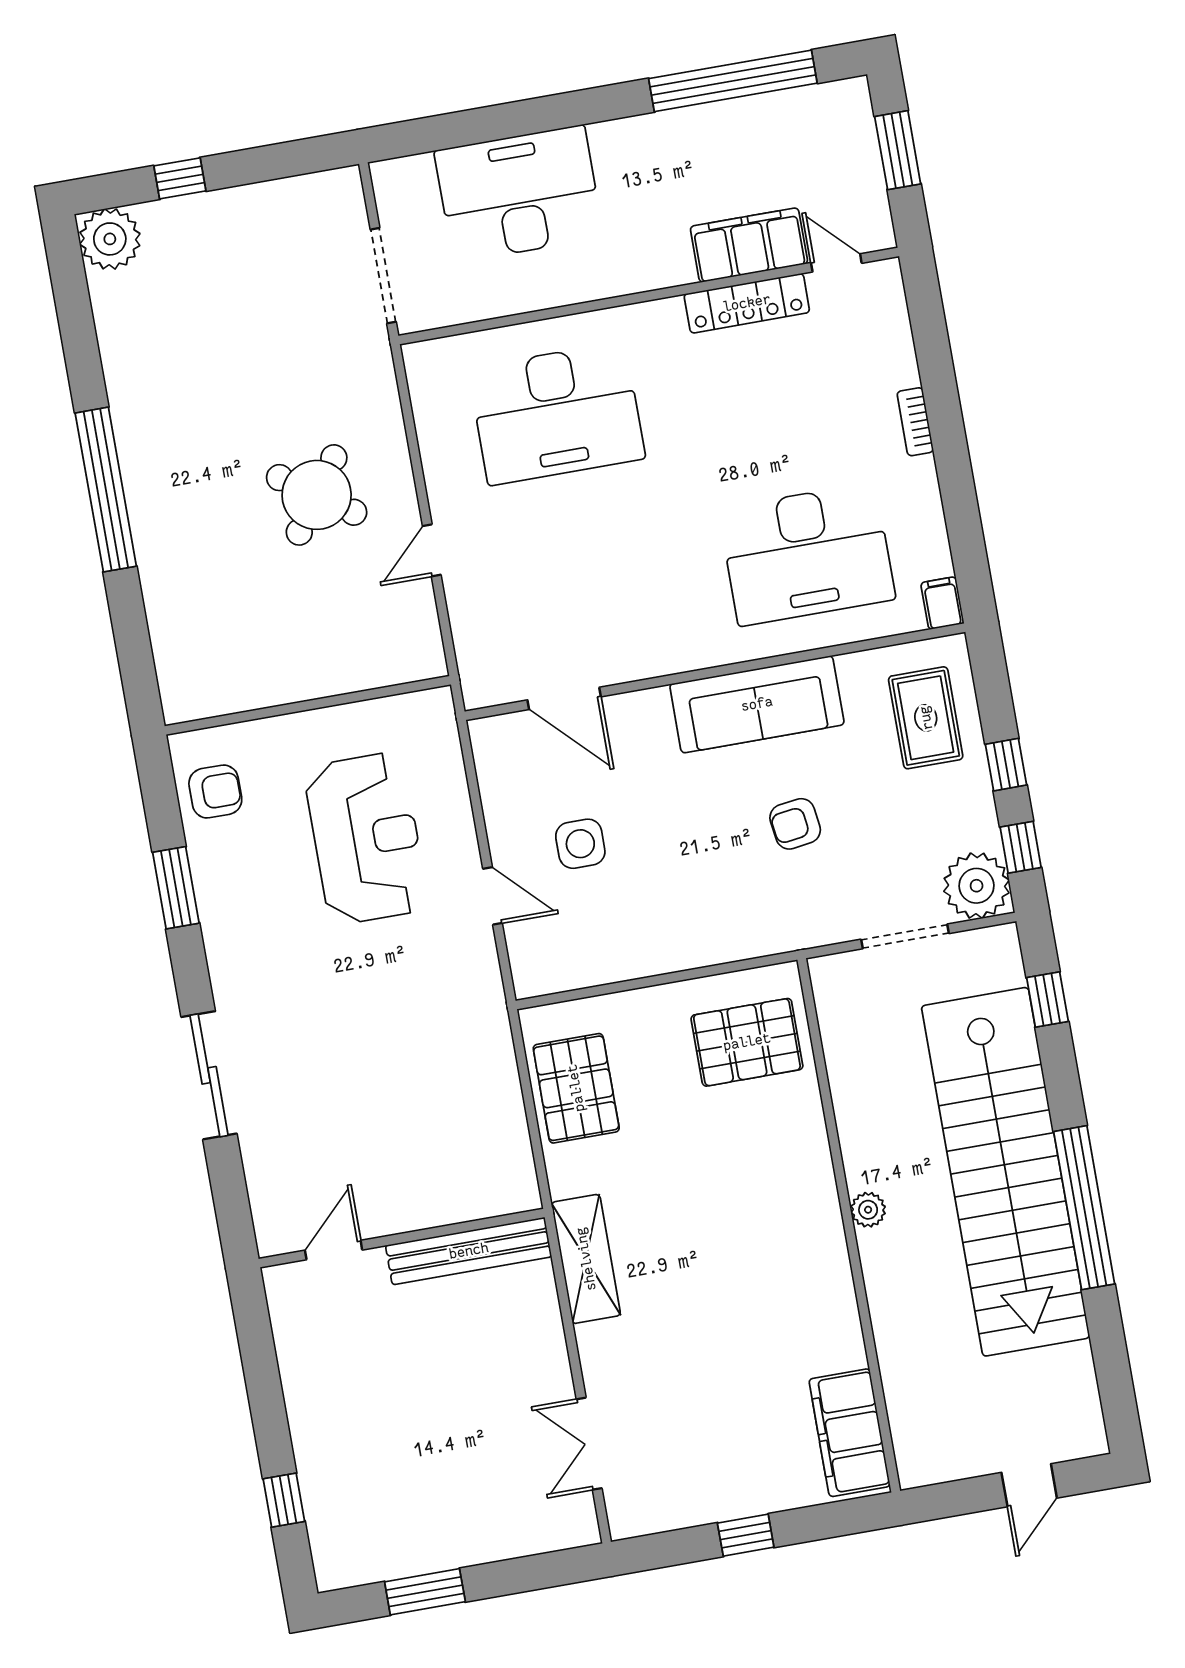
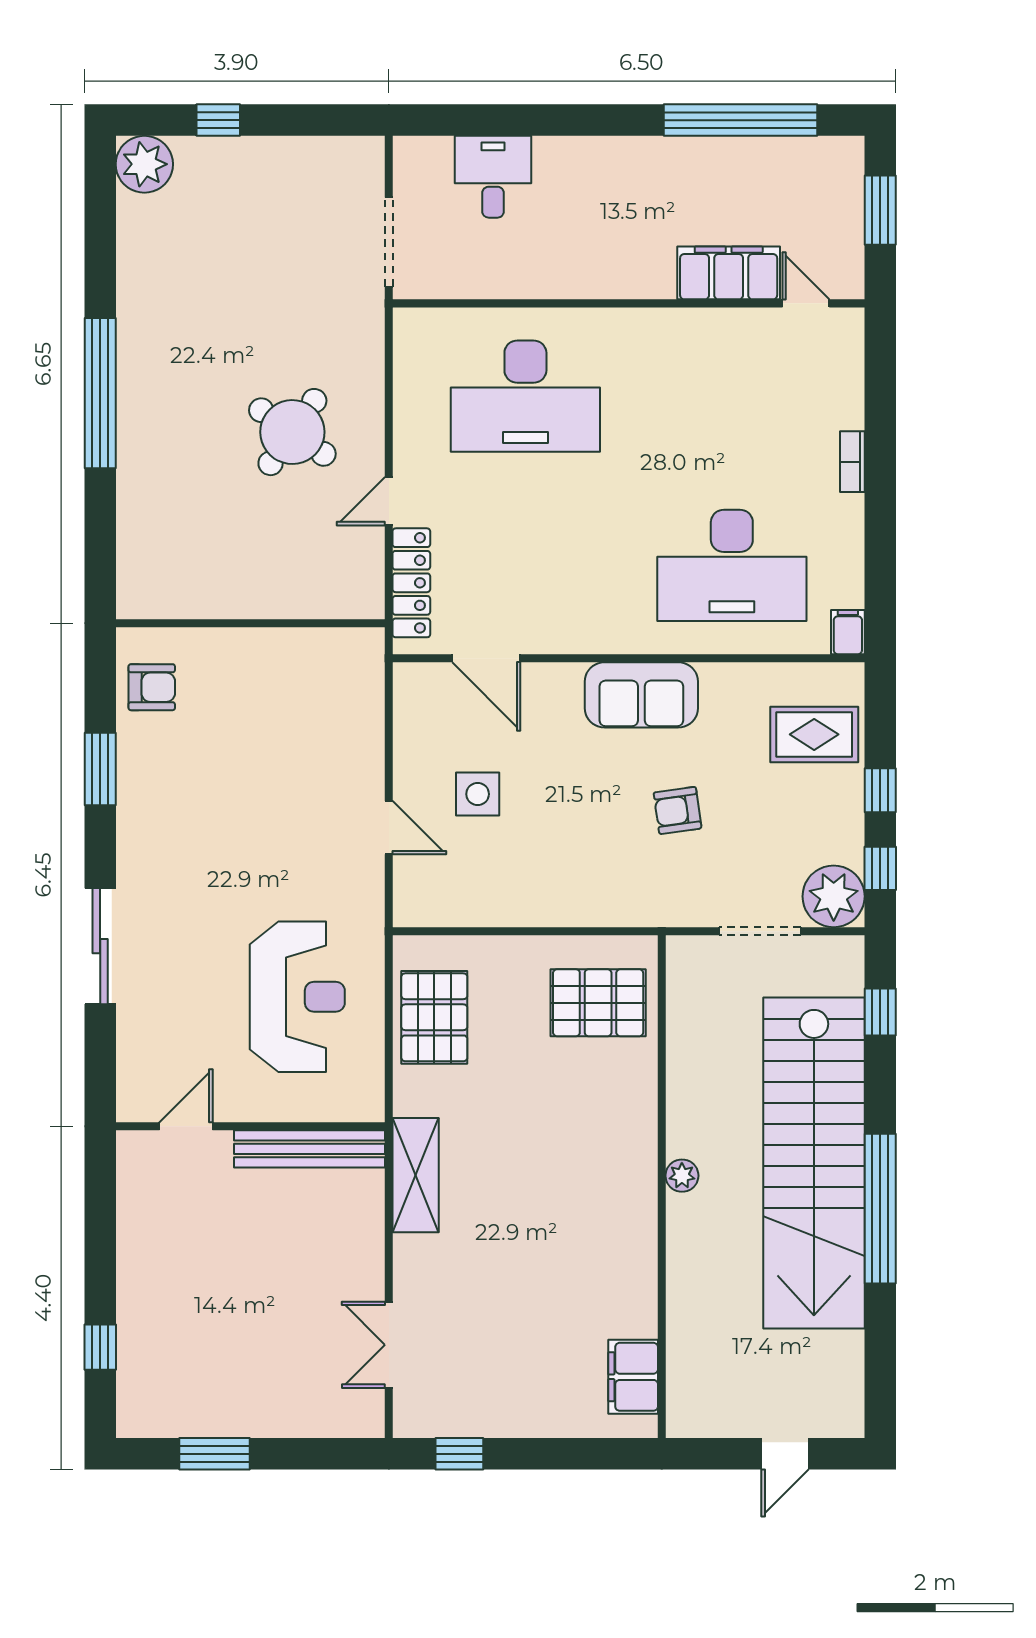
desk: (519, 194) -> (493, 177), width x0.53, depth x0.77
locker: (747, 303) -> (411, 583), moved, turned -90
sofa: (757, 704) -> (641, 695), width x0.73
rug: (926, 718) -> (814, 734), turned 90
reception desk: (366, 838) -> (297, 997), moved
filing cabinet: (850, 1433) -> (633, 1377), width x0.67, depth x0.86
window: (746, 1535) -> (459, 1454), moved

